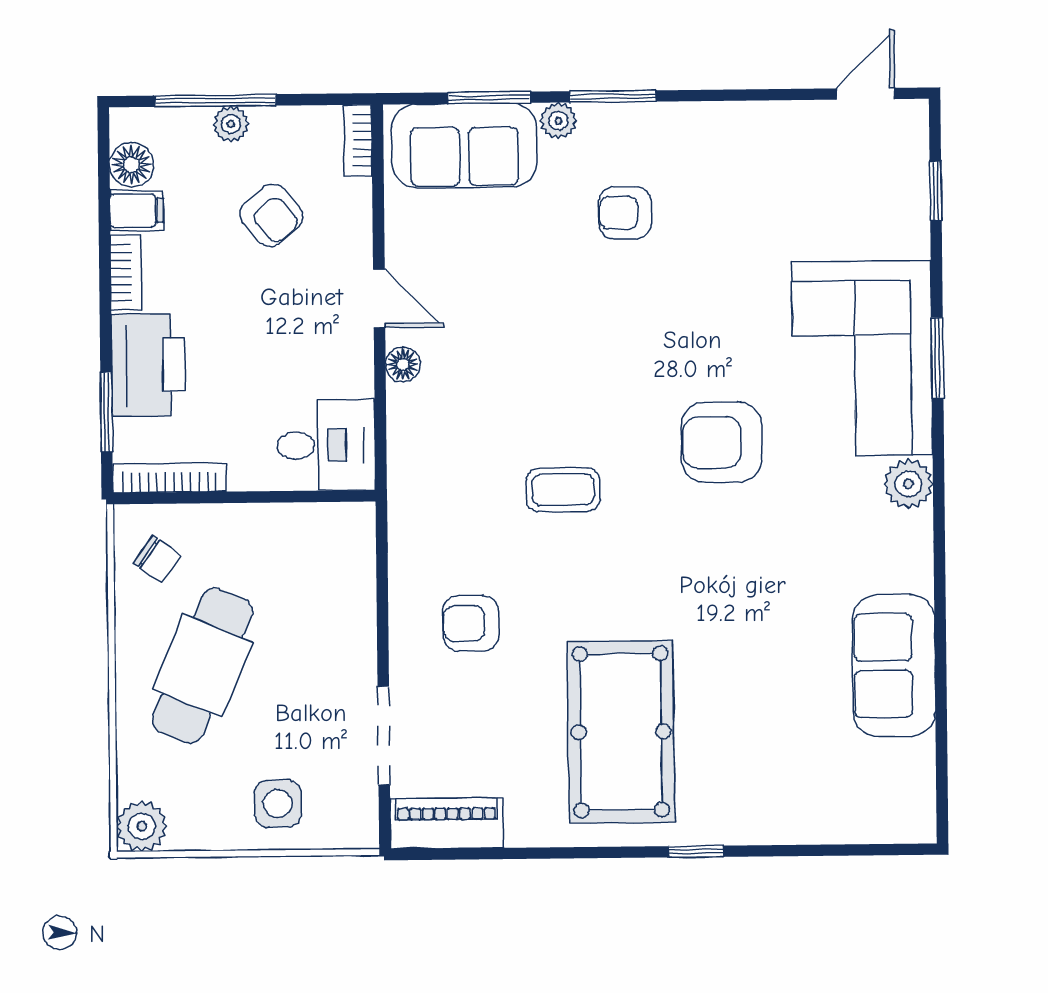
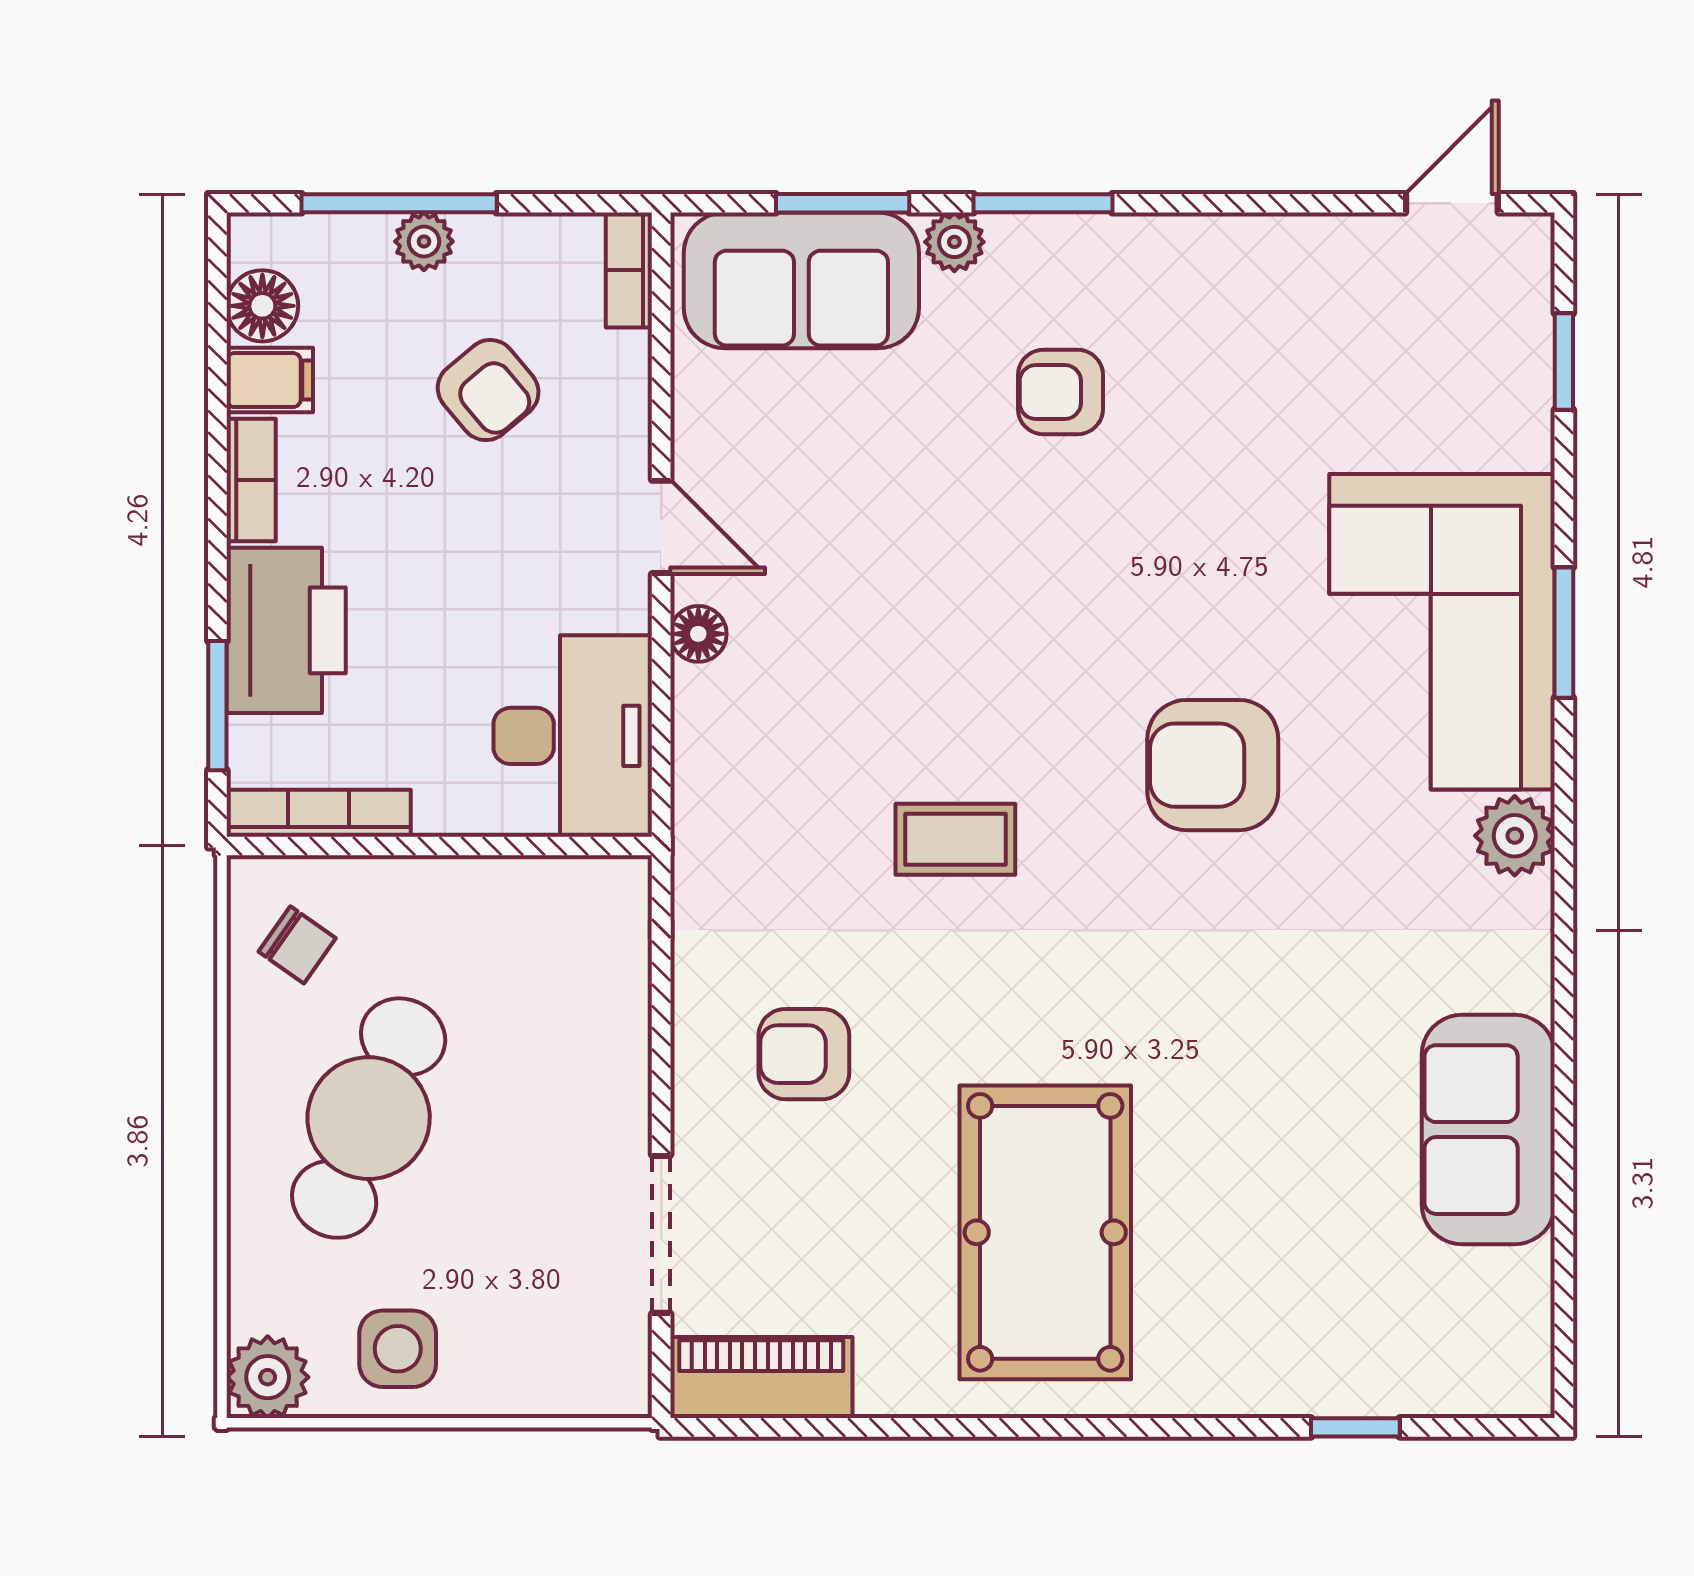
desk: (326, 445) -> (573, 736), width x1.37
side table: (278, 804) -> (398, 1349), moved
window: (696, 852) -> (1355, 1427), moved

